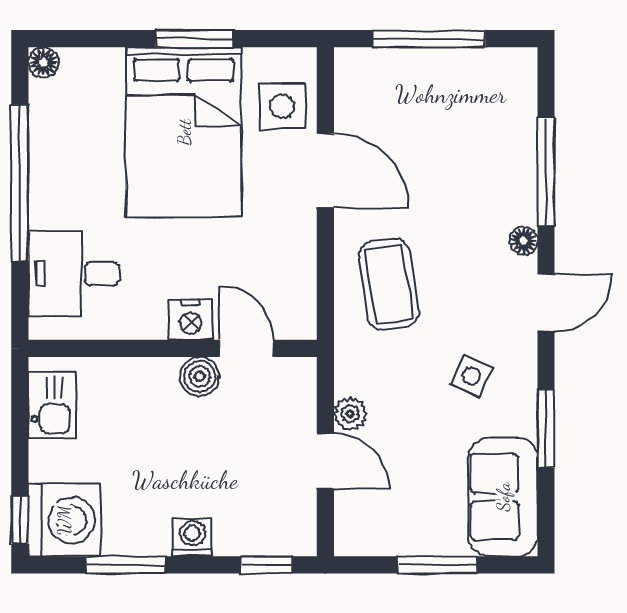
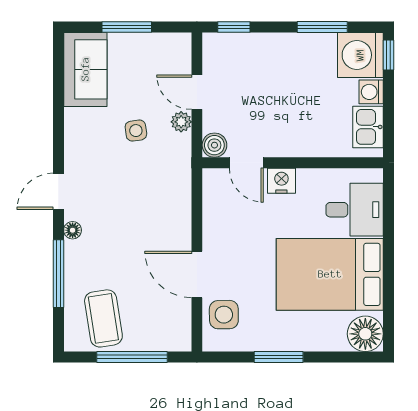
floor lamp: (43, 62) -> (365, 334), width x1.89, depth x1.89
bed: (184, 132) -> (330, 274), moved, turned -90
window: (20, 183) -> (389, 266), removed
coffee table: (389, 284) -> (103, 318), moved
boiler: (200, 376) -> (214, 145), moved
side table: (471, 376) -> (136, 131), moved, turned -33
window: (546, 428) -> (58, 113), removed
washing machine: (192, 537) -> (371, 92), moved, turned 90

